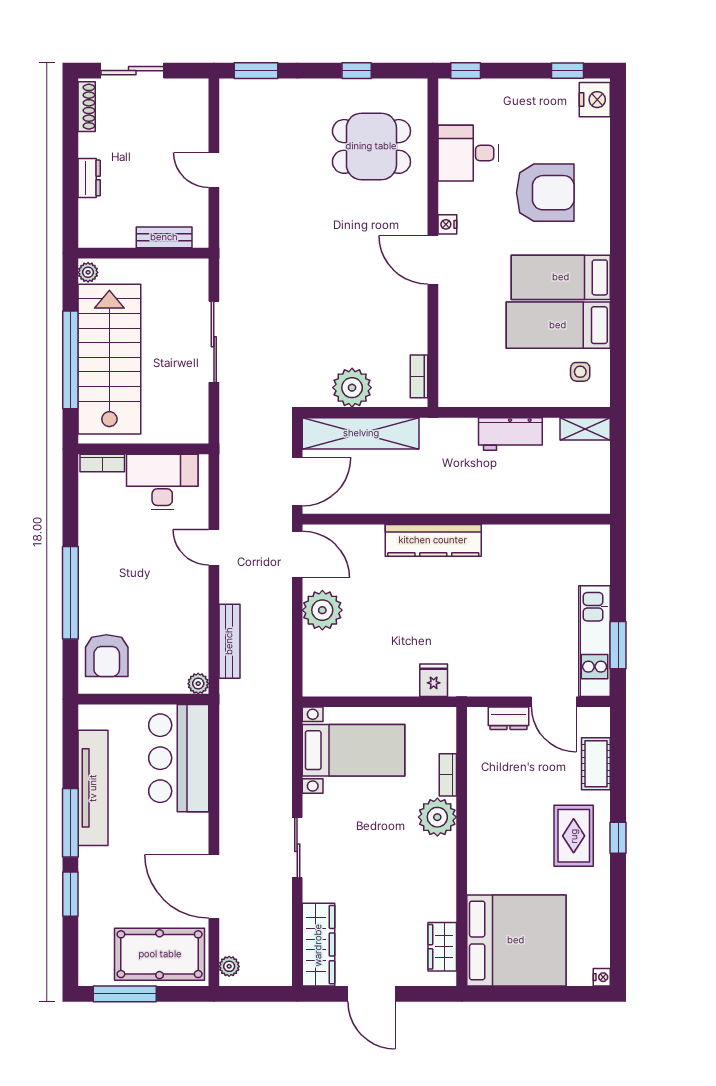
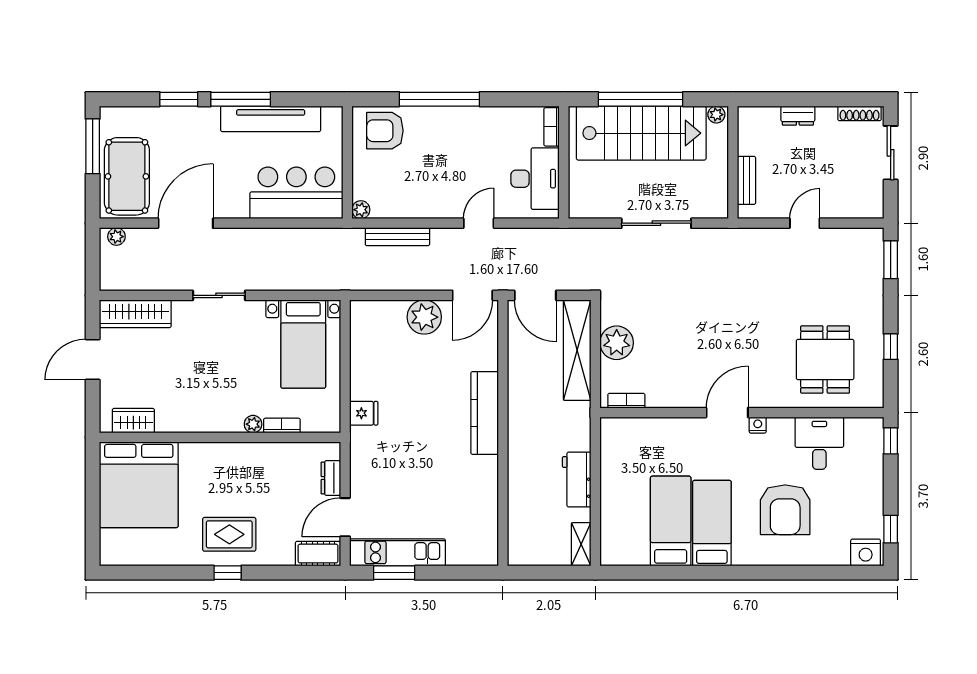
side table: (580, 372) -> (630, 540), removed
cot: (596, 764) -> (318, 554), moved
plant: (437, 817) -> (253, 424), width x0.53, depth x0.53
nightstand: (602, 977) -> (107, 559), removed

